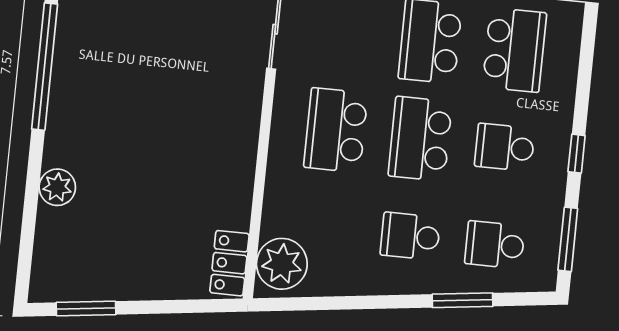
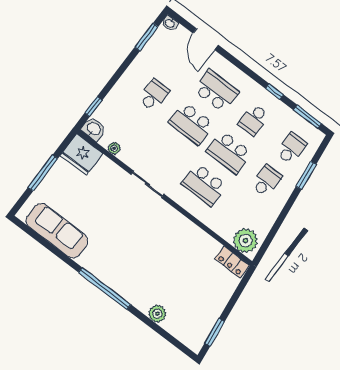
school desk: (410, 236) -> (267, 181), turned 180
school desk: (495, 245) -> (291, 148), turned 180

